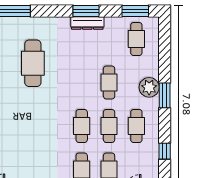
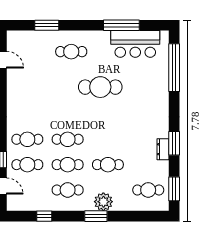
dresser: (87, 23) -> (163, 149), width x0.70
cafe table: (33, 63) -> (100, 87), moved

